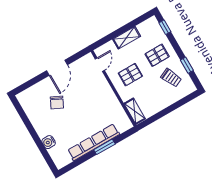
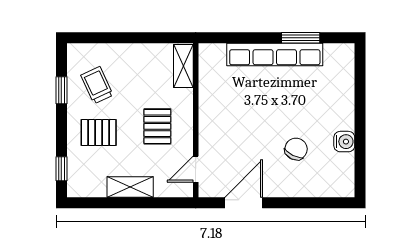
door: (57, 68) -> (244, 203), moved
pallet: (130, 75) -> (157, 126), turned 90
water cooler: (49, 142) -> (344, 142), moved
window: (104, 147) -> (301, 38), moved

